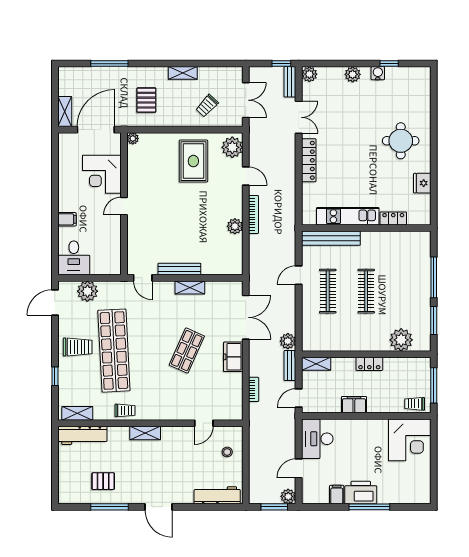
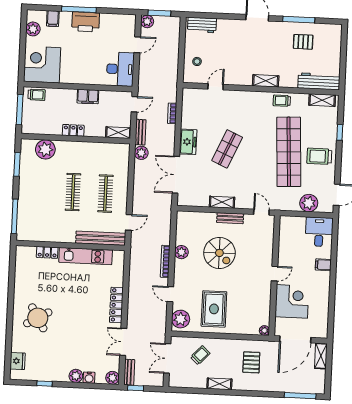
window: (109, 64) -> (300, 396), moved
water cooler: (378, 73) -> (89, 378), moved
round table: (401, 141) -> (38, 318), turned -30
fridge: (422, 183) -> (17, 361), moved
spiral stairs: (190, 227) -> (219, 253), added
bench: (179, 269) -> (230, 218), width x0.73
door: (299, 275) -> (129, 222), moved
window: (434, 277) -> (15, 216), moved
plant: (422, 481) -> (33, 29), added
workbench: (217, 495) -> (202, 25), width x0.73
filing cabinet: (337, 495) -> (53, 19), moved

